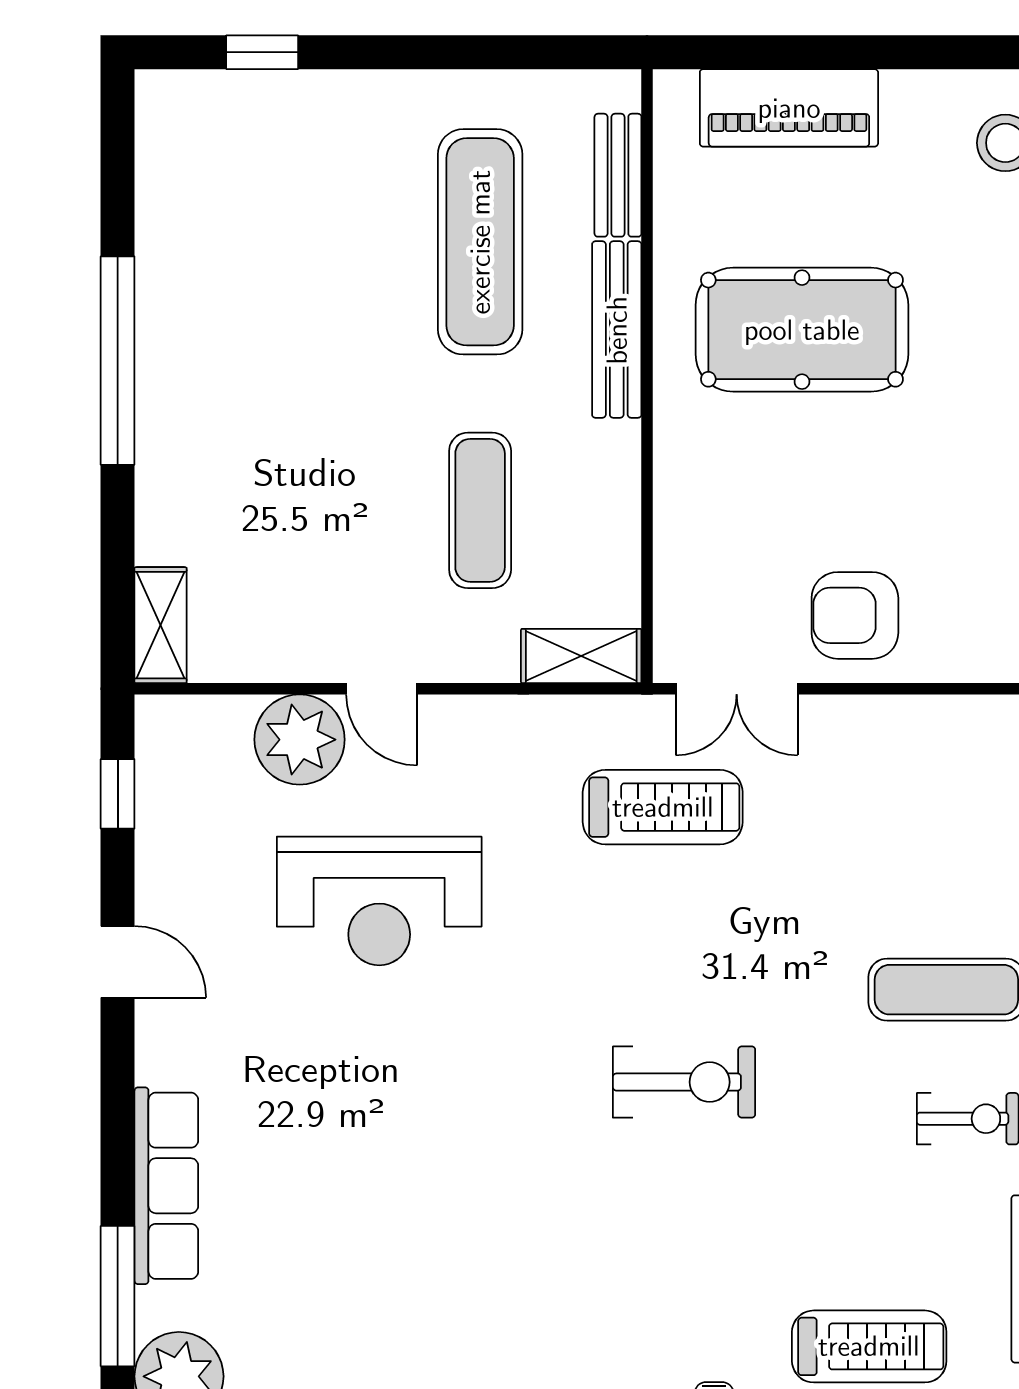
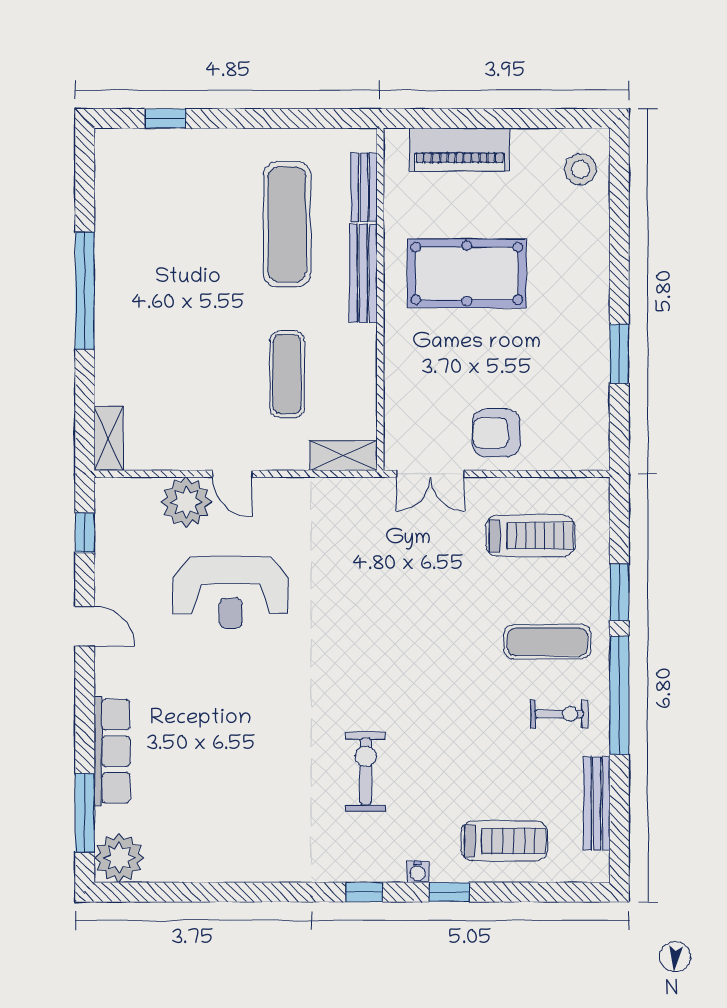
treadmill: (663, 807) -> (530, 536), moved
exercise bike: (684, 1082) -> (366, 771), moved, turned -90

